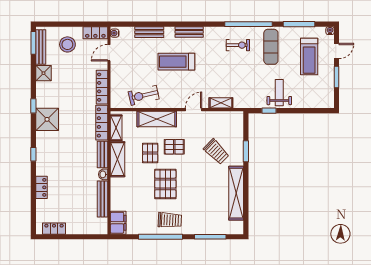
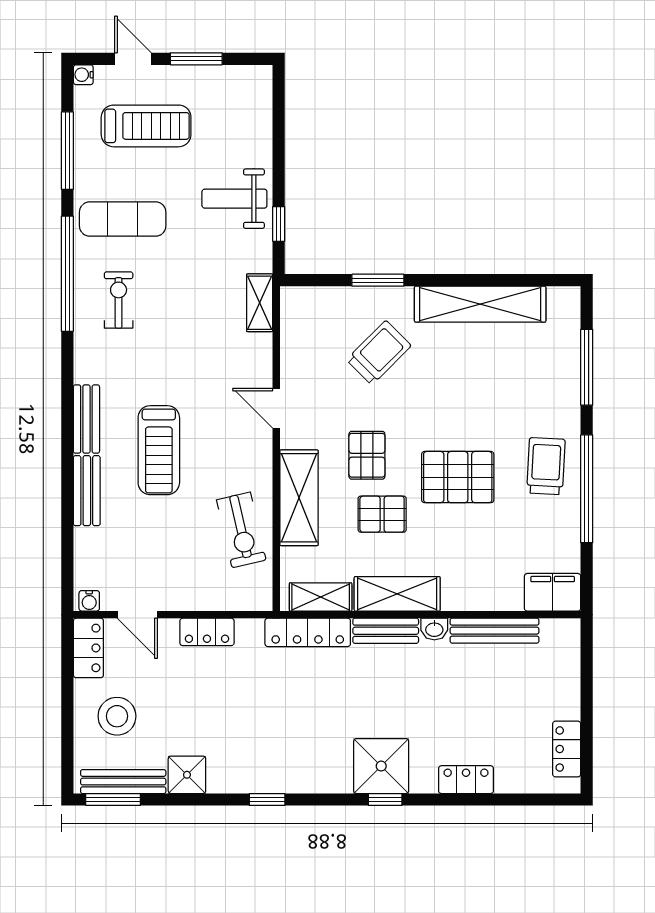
bench: (149, 32) -> (87, 491), moved
locker: (102, 87) -> (207, 632), width x0.66
shelving: (221, 103) -> (260, 303), moved
shower: (47, 119) -> (381, 766), moved

